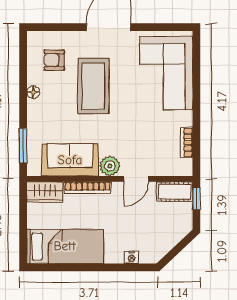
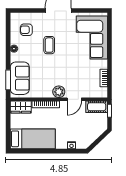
coffee table: (93, 86) -> (49, 45), width x0.54, depth x0.58
sofa: (70, 160) -> (20, 78), moved, turned 90

